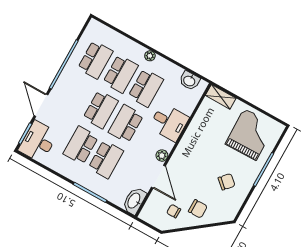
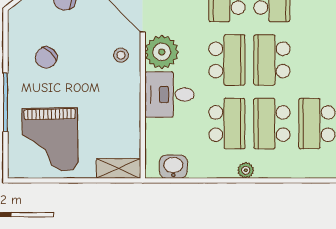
school desk: (146, 88) -> (227, 124), turned 180
plant: (162, 156) -> (162, 52), width x1.88, depth x1.88
stool: (184, 160) -> (121, 55), added

